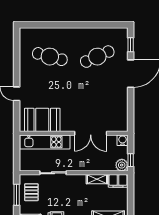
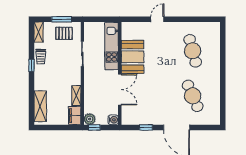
window: (131, 45) -> (146, 127), moved
cafe table: (50, 57) -> (193, 51), turned -30
booth: (42, 120) -> (133, 57), moved
double door: (91, 133) -> (120, 90), swing flipped

